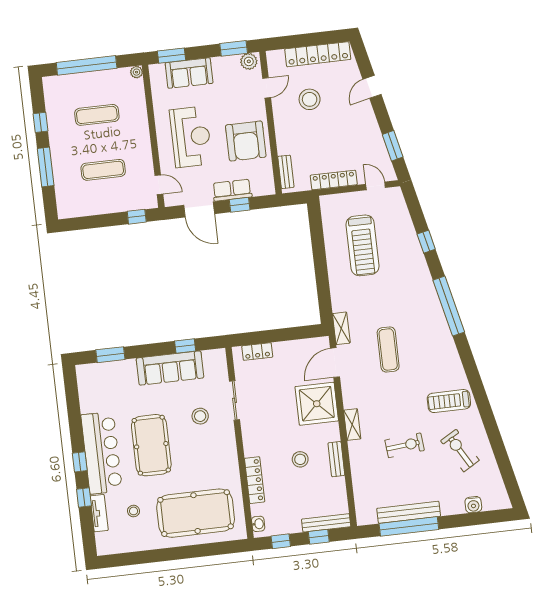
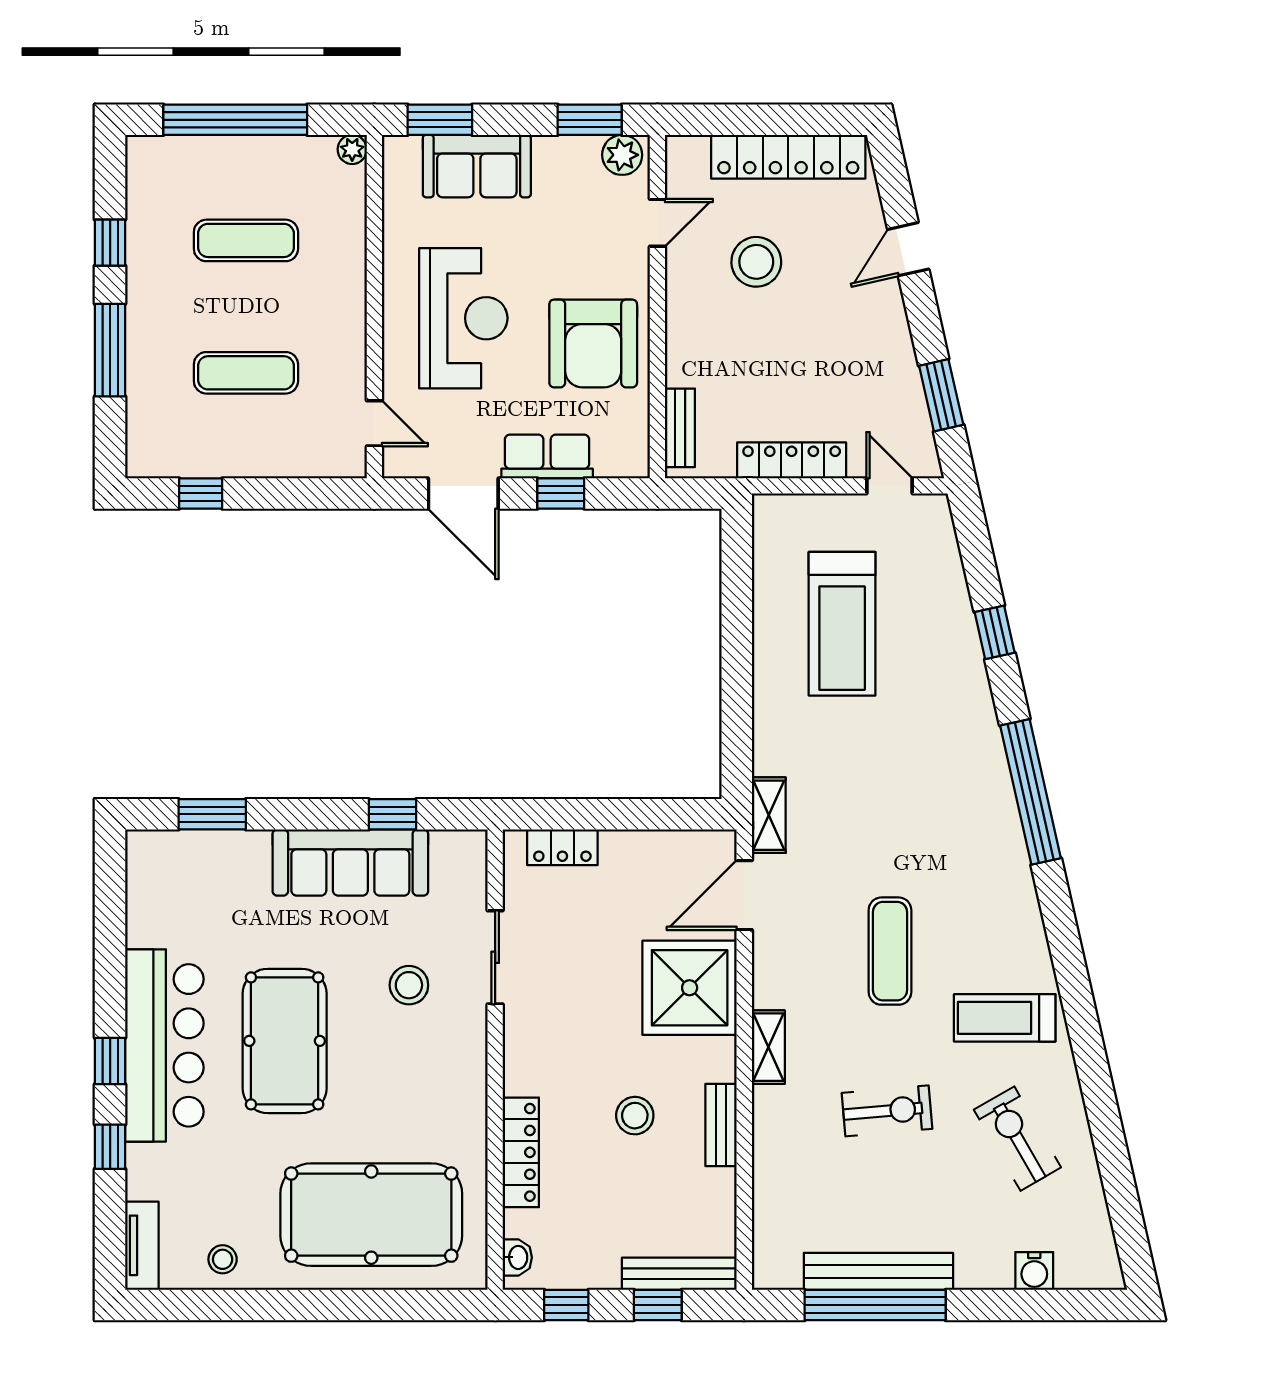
window: (137, 217) -> (201, 493), moved
exercise mat: (388, 349) -> (890, 951), moved
stool: (134, 511) -> (223, 1259), moved
tv unit: (99, 513) -> (142, 1245), moved

